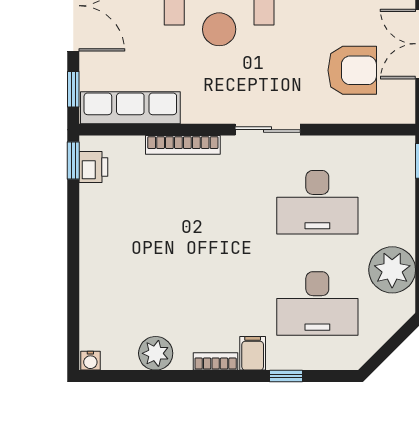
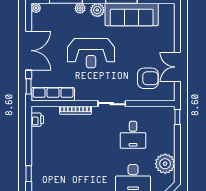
window: (73, 160) -> (29, 174), moved
desk: (317, 202) -> (133, 135), width x0.73

